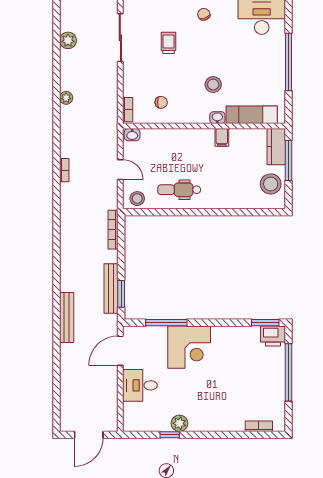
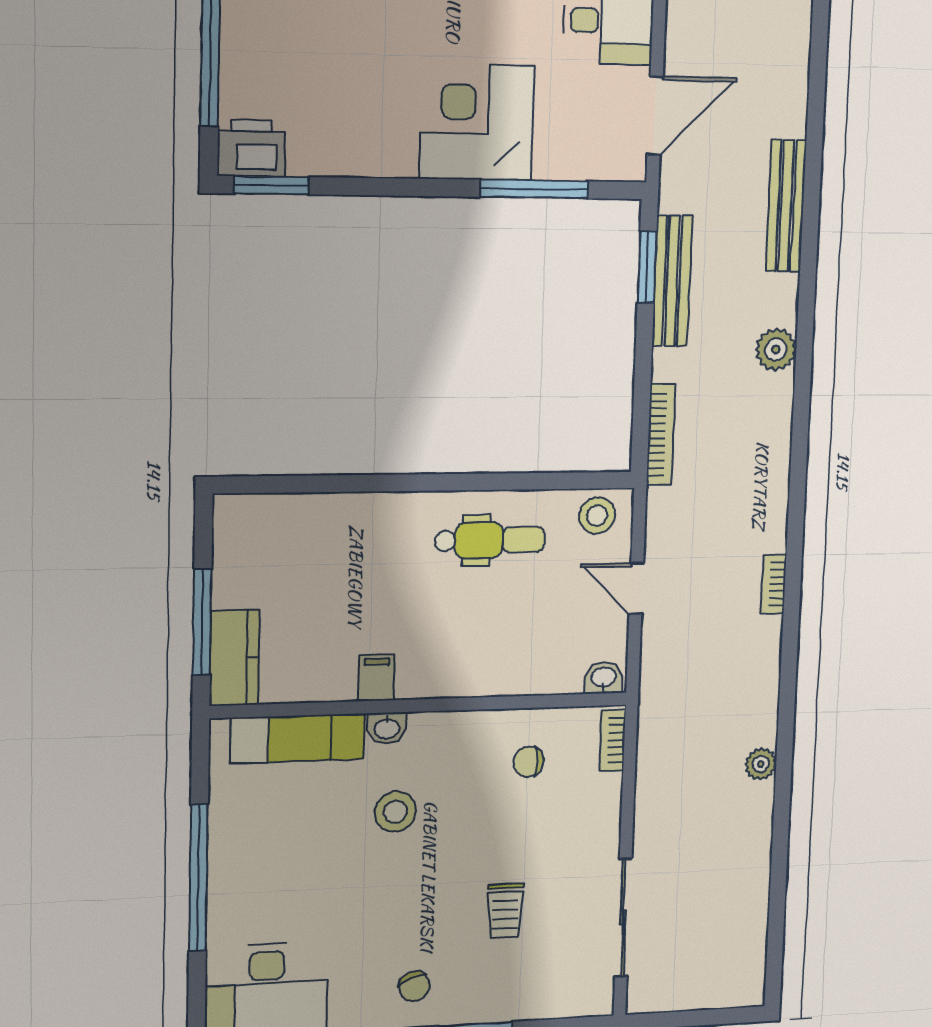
plant: (68, 40) -> (776, 349), moved
stool: (271, 184) -> (251, 559), removed

